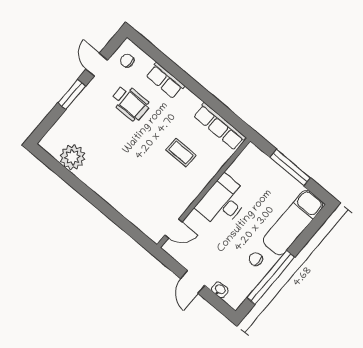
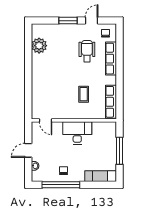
row of seats: (165, 81) -> (111, 59), width x1.48
wheelchair: (130, 103) -> (87, 51), turned 180
exam couch: (293, 223) -> (101, 176), width x0.73, depth x0.69

